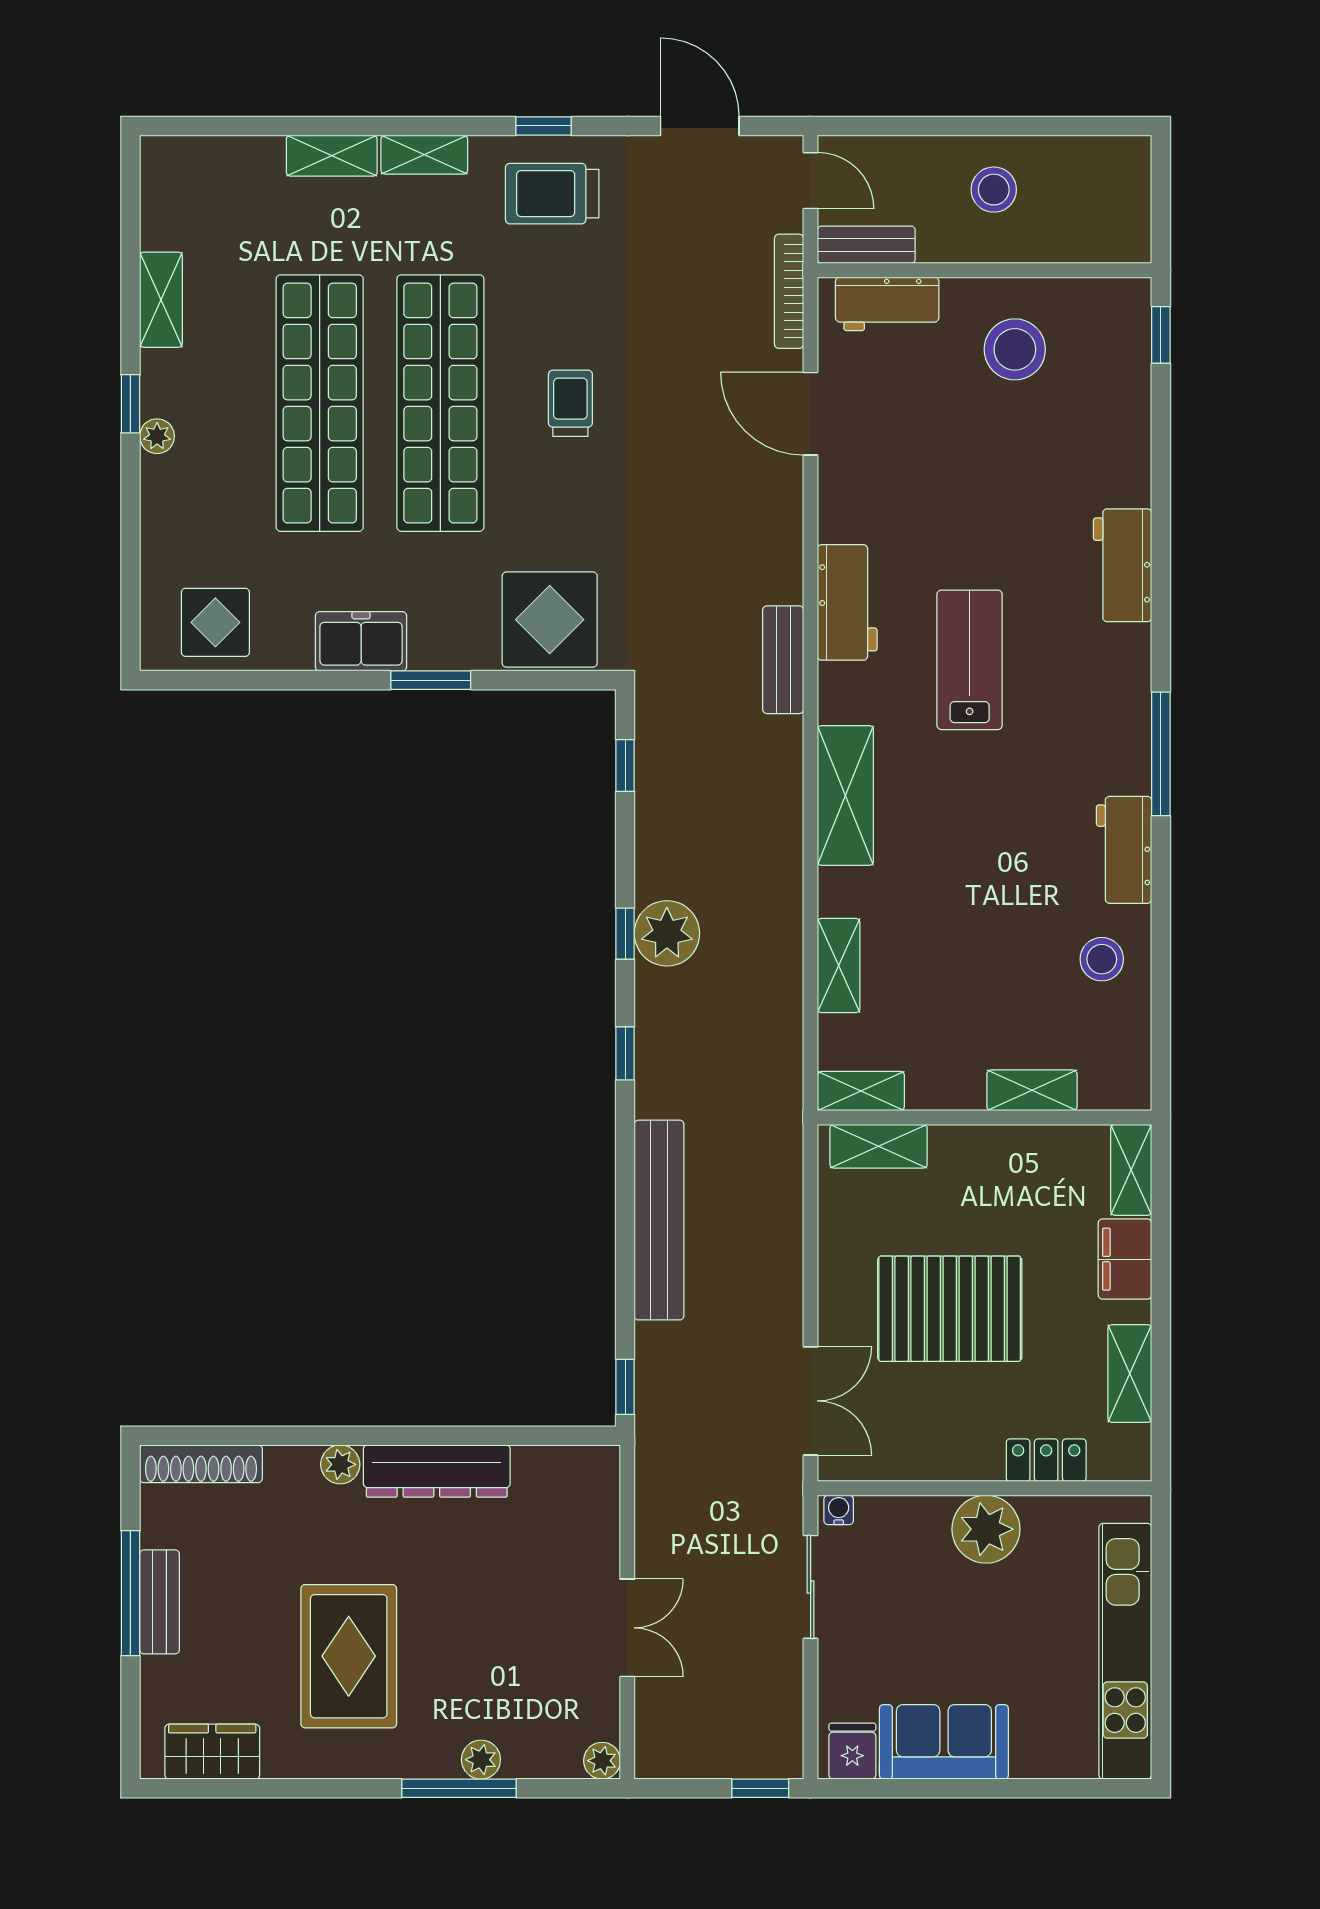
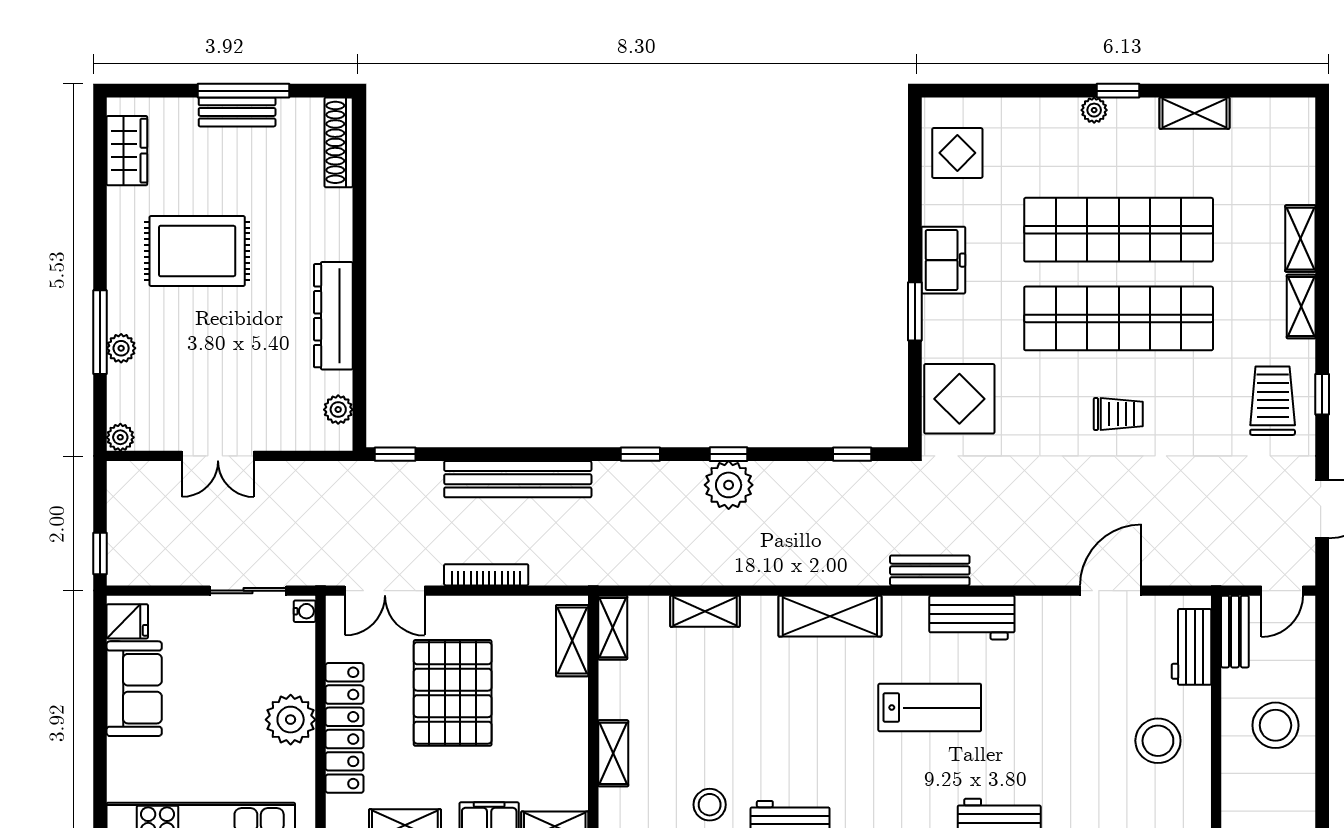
stool: (994, 190) -> (1275, 725), width x1.38, depth x1.38
bookcase: (789, 291) -> (486, 575), moved
locker: (1046, 1460) -> (345, 728), width x2.16, depth x1.21
plant: (340, 1464) -> (338, 410), moved

